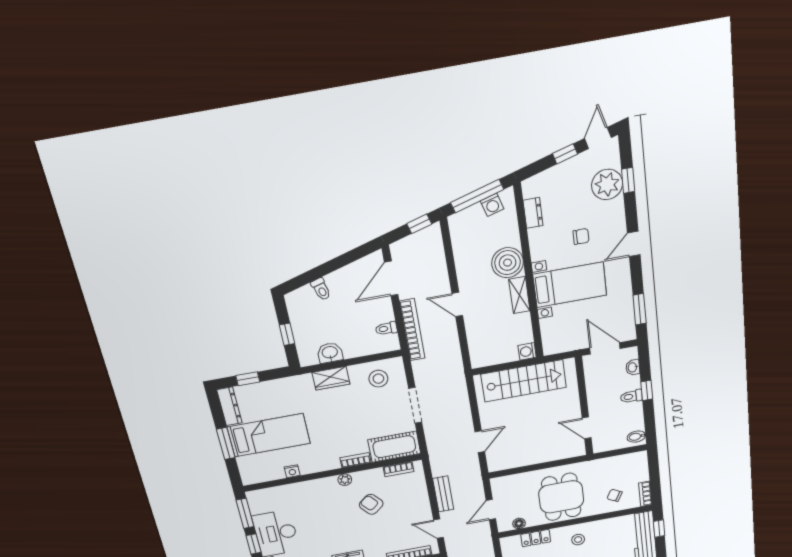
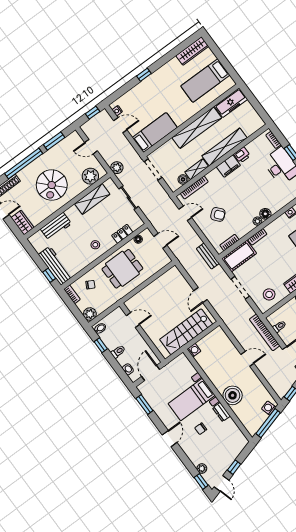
window: (628, 180) -> (201, 481), moved
plant: (607, 184) -> (202, 469), width x0.53, depth x0.53
washing machine: (492, 205) -> (269, 408), moved
dresser: (533, 213) -> (221, 412), moved
shelving: (519, 295) -> (216, 380), removed
door: (605, 348) -> (151, 373), swing flipped
window: (647, 390) -> (101, 345), moved
door: (480, 442) -> (200, 295), moved
plant: (638, 460) -> (90, 314), added
floor lamp: (329, 484) -> (265, 214), added
bench: (443, 494) -> (208, 256), moved
dining table: (561, 497) -> (122, 269), turned 90
armchair: (371, 504) -> (218, 214), moved
door: (491, 510) -> (160, 241), hinge flipped

